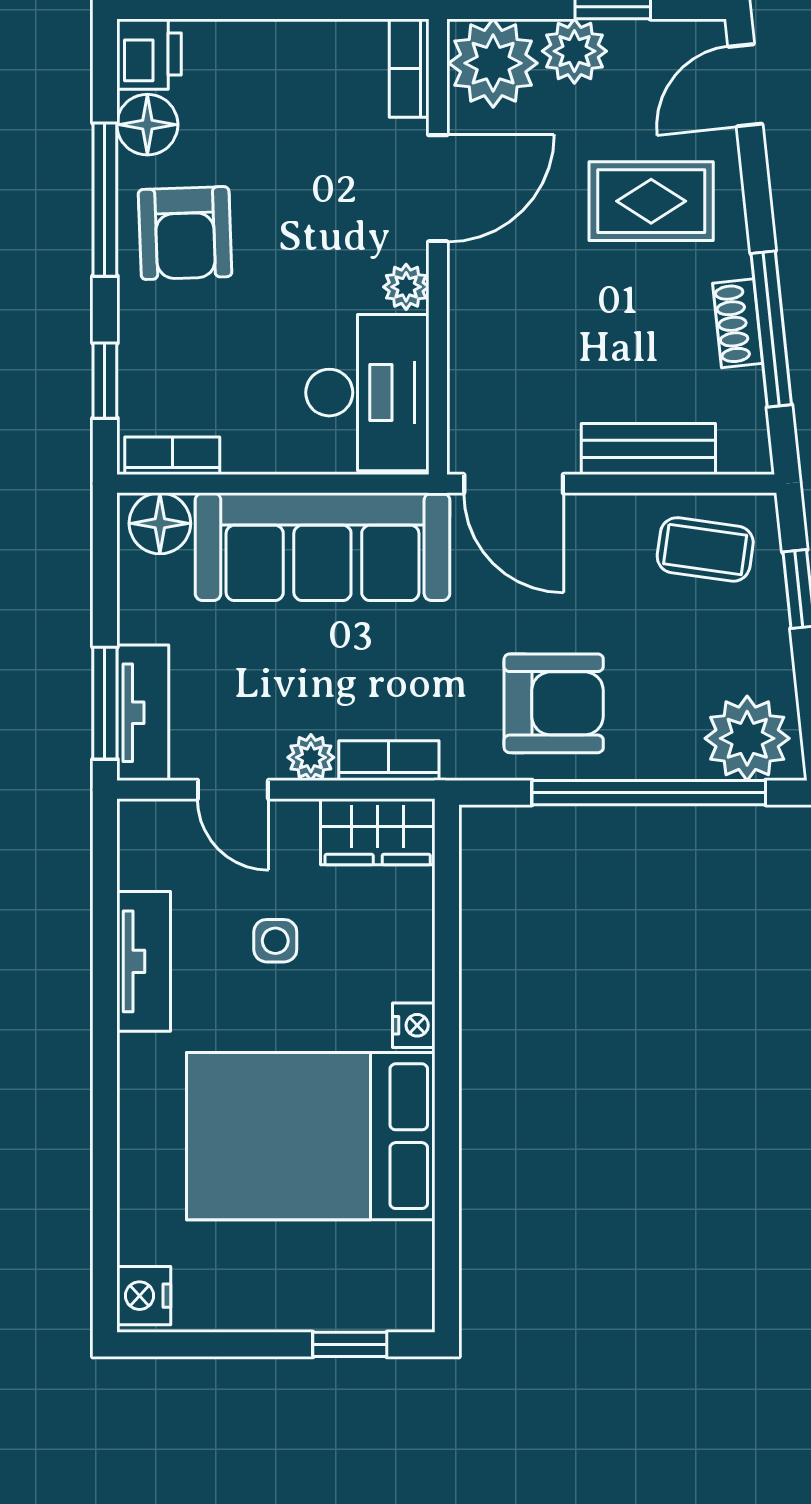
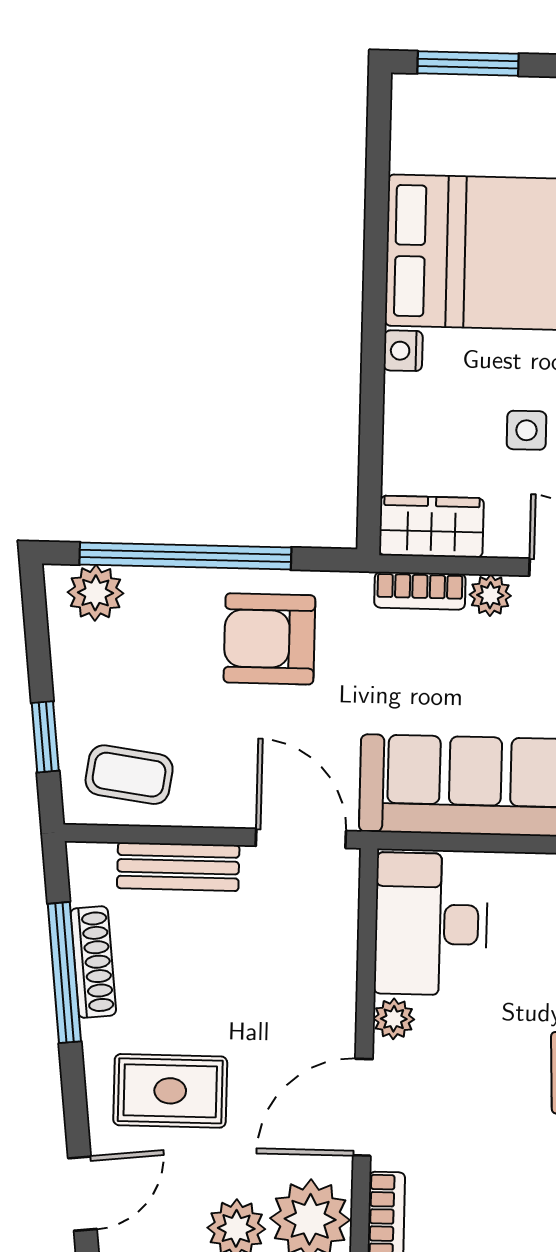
shoe rack: (738, 323) -> (93, 962), width x1.43
plant: (747, 738) -> (95, 593), width x0.73, depth x0.73
window: (350, 1344) -> (468, 63), width x1.50

